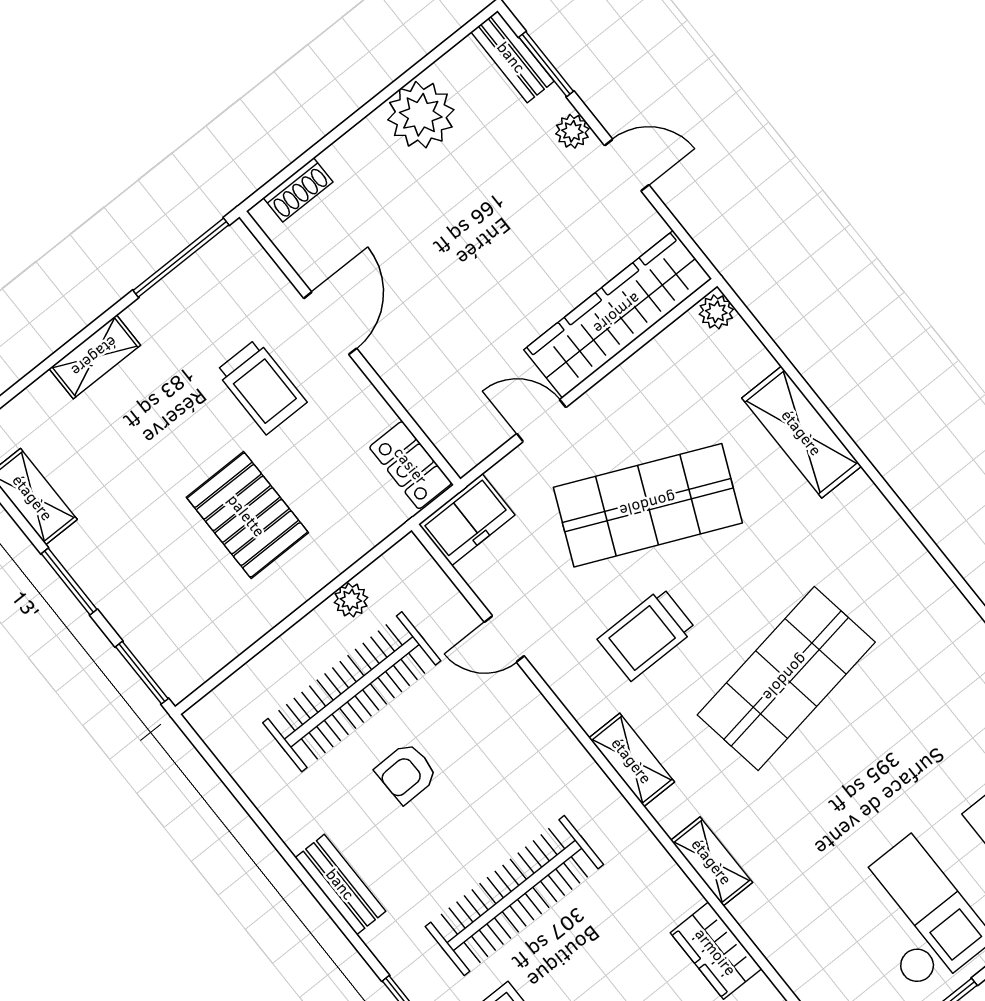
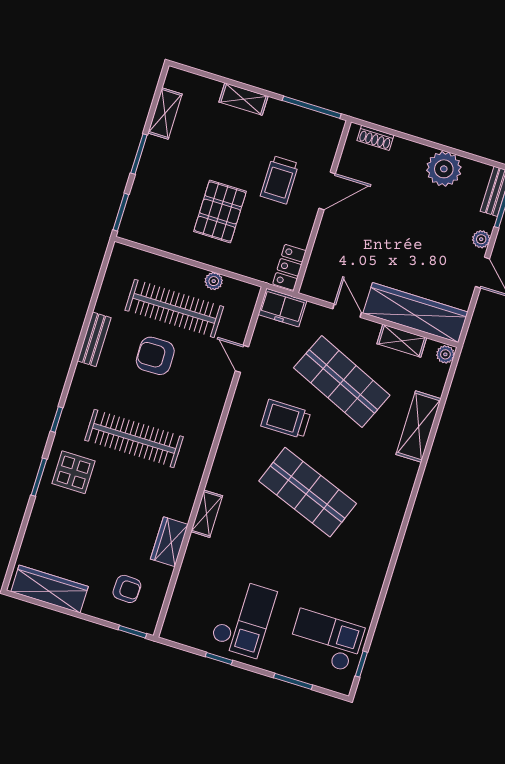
shop shelf: (786, 678) -> (308, 492), turned 30
shelving: (632, 760) -> (402, 341), moved, turned 90
armchair: (406, 773) -> (155, 356), width x1.38, depth x1.38
bench: (341, 884) -> (94, 339), moved

